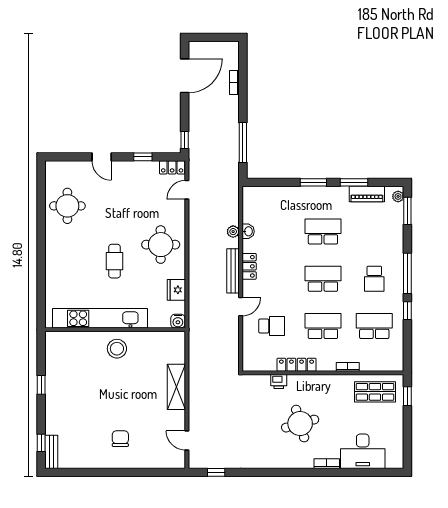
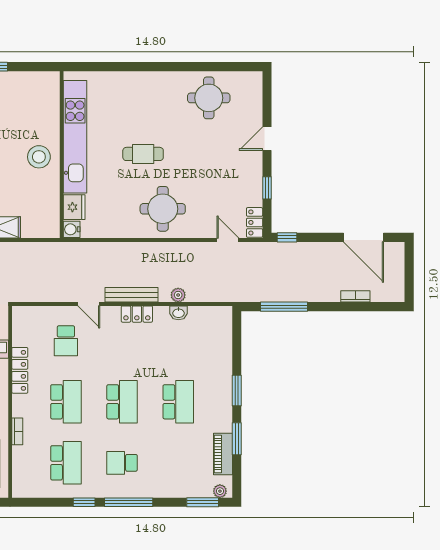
fridge: (176, 290) -> (74, 207), moved, turned 90

